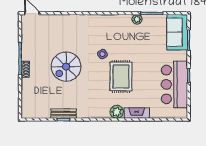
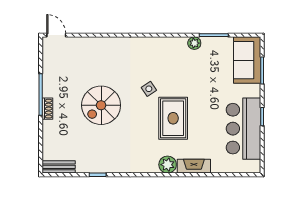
bench: (64, 114) -> (59, 167), moved

